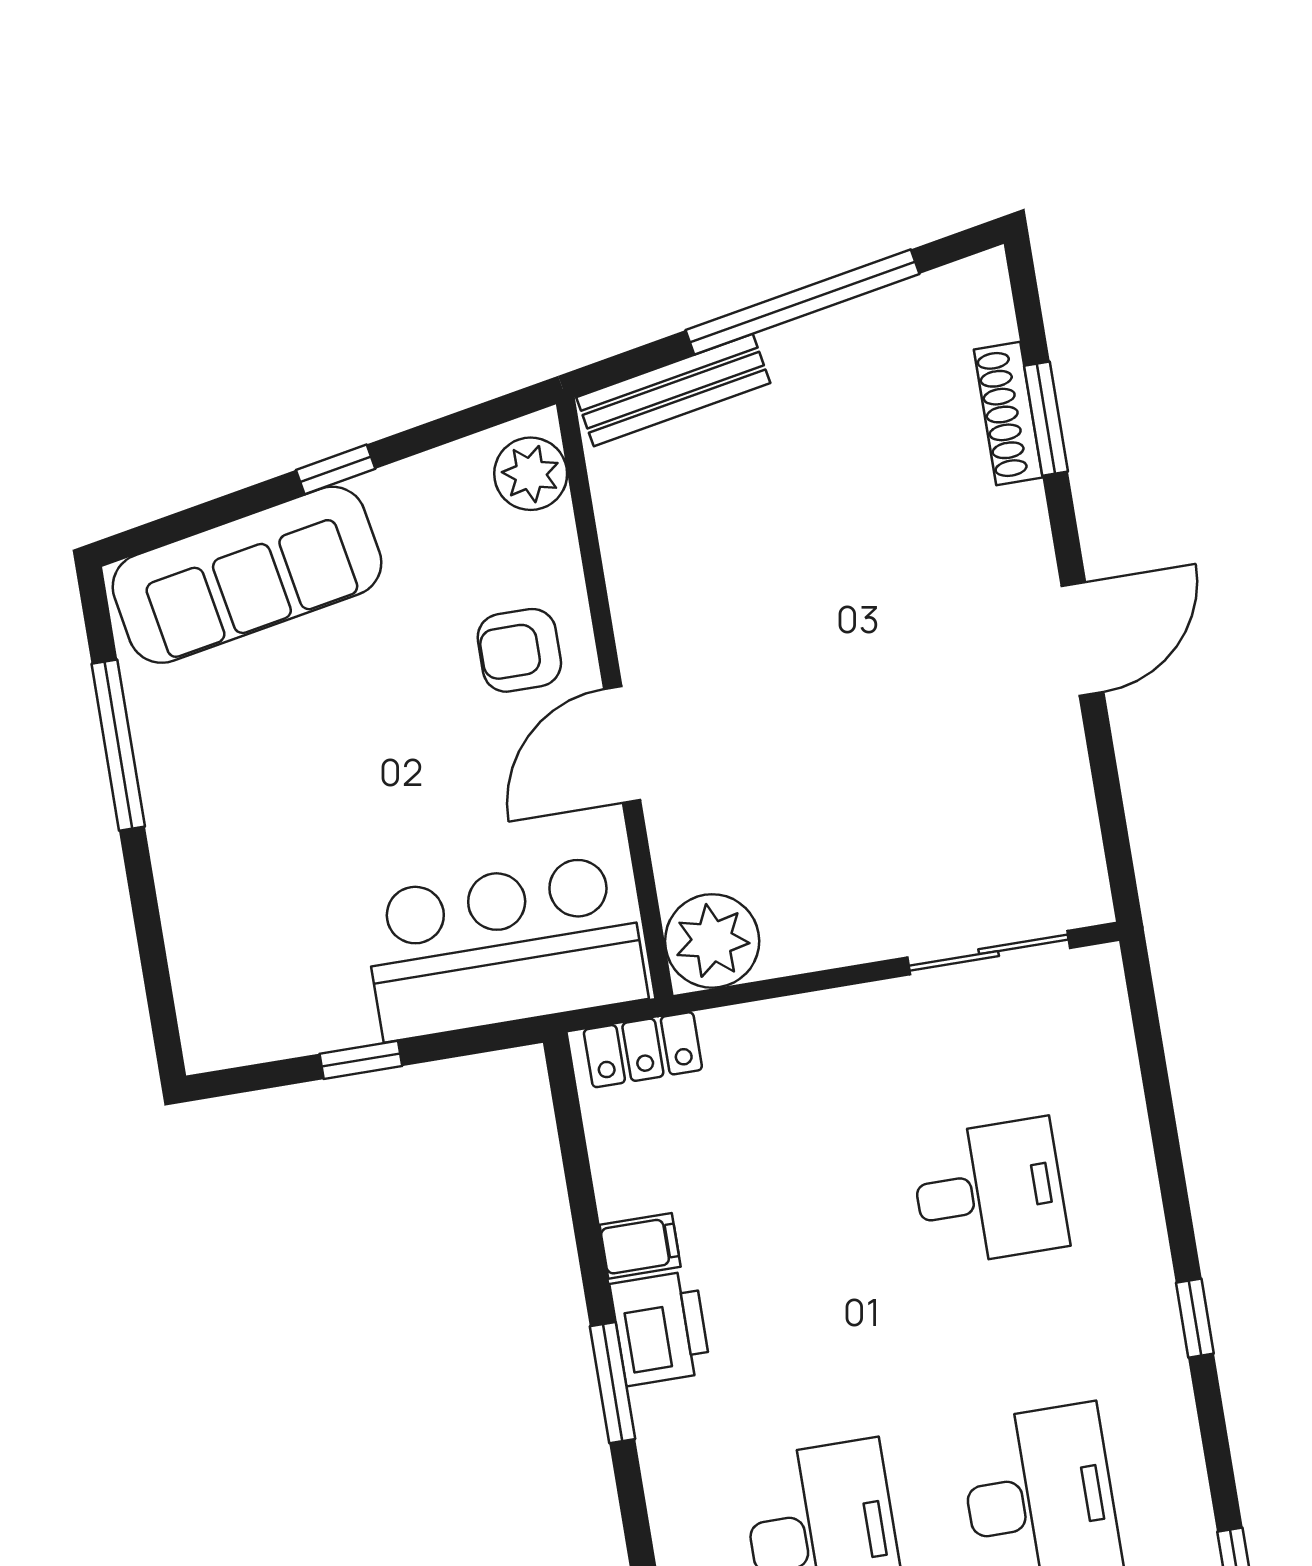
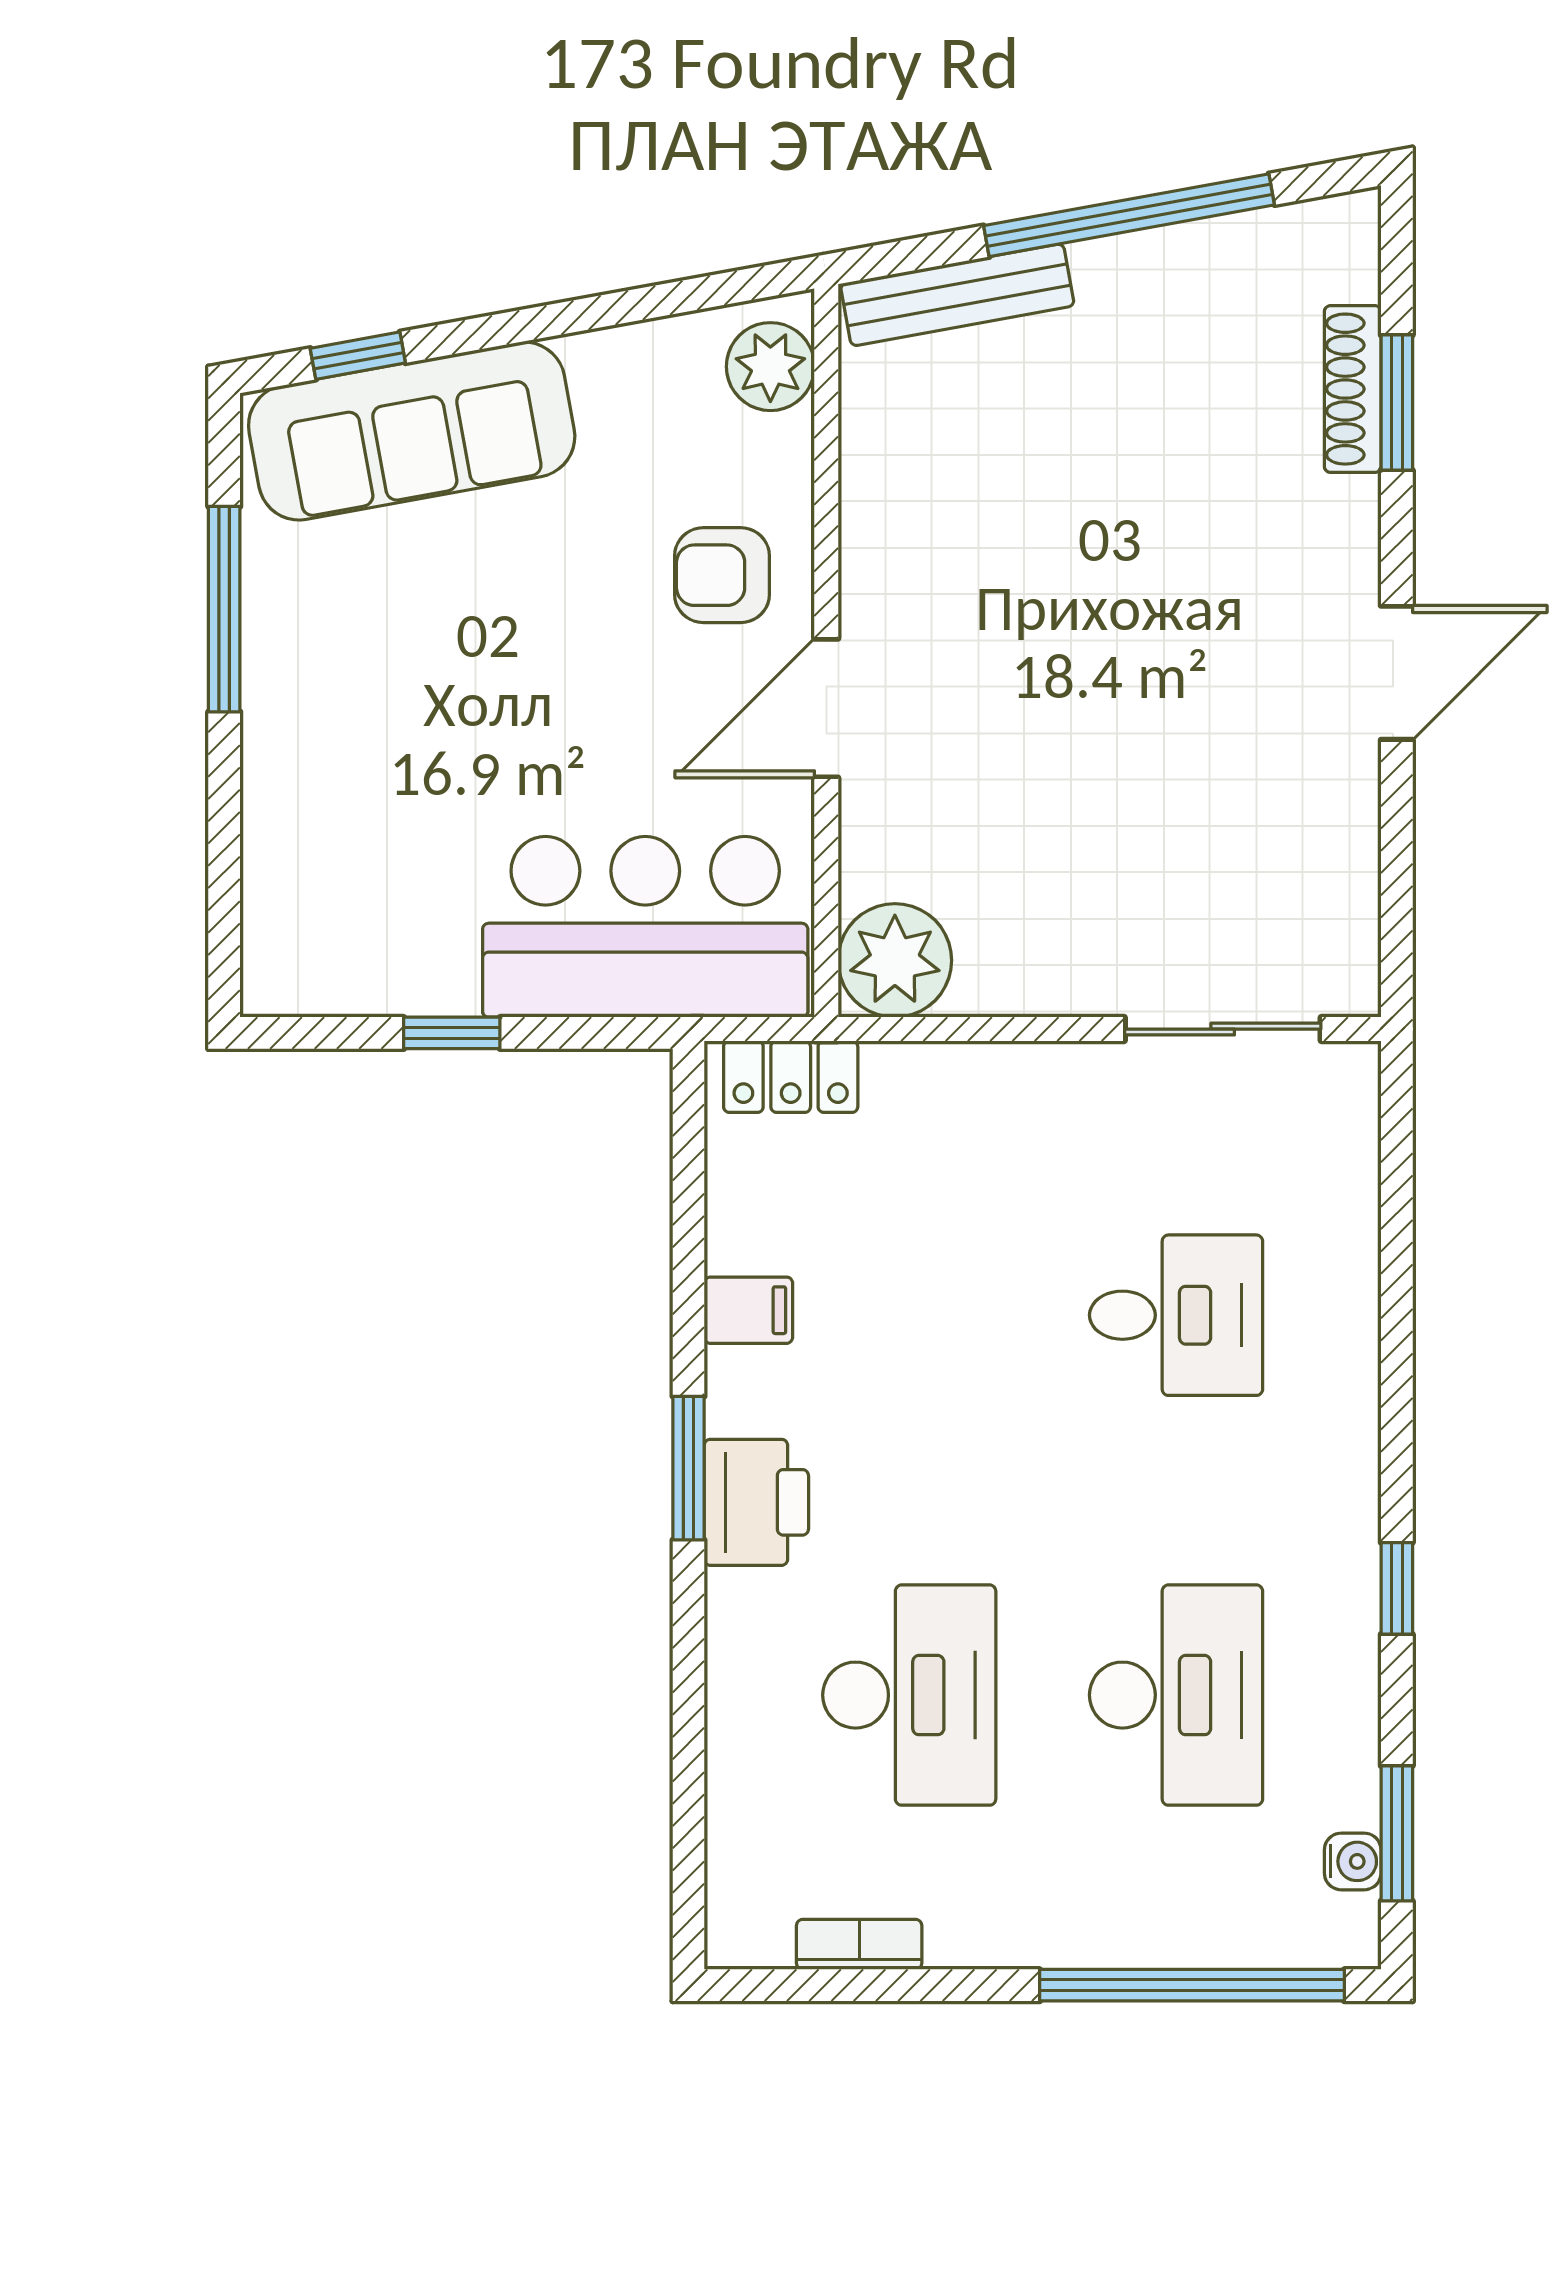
window: (336, 469) -> (358, 356), moved
window: (1195, 1318) -> (1397, 1588), moved
printer: (660, 1328) -> (756, 1502), moved

